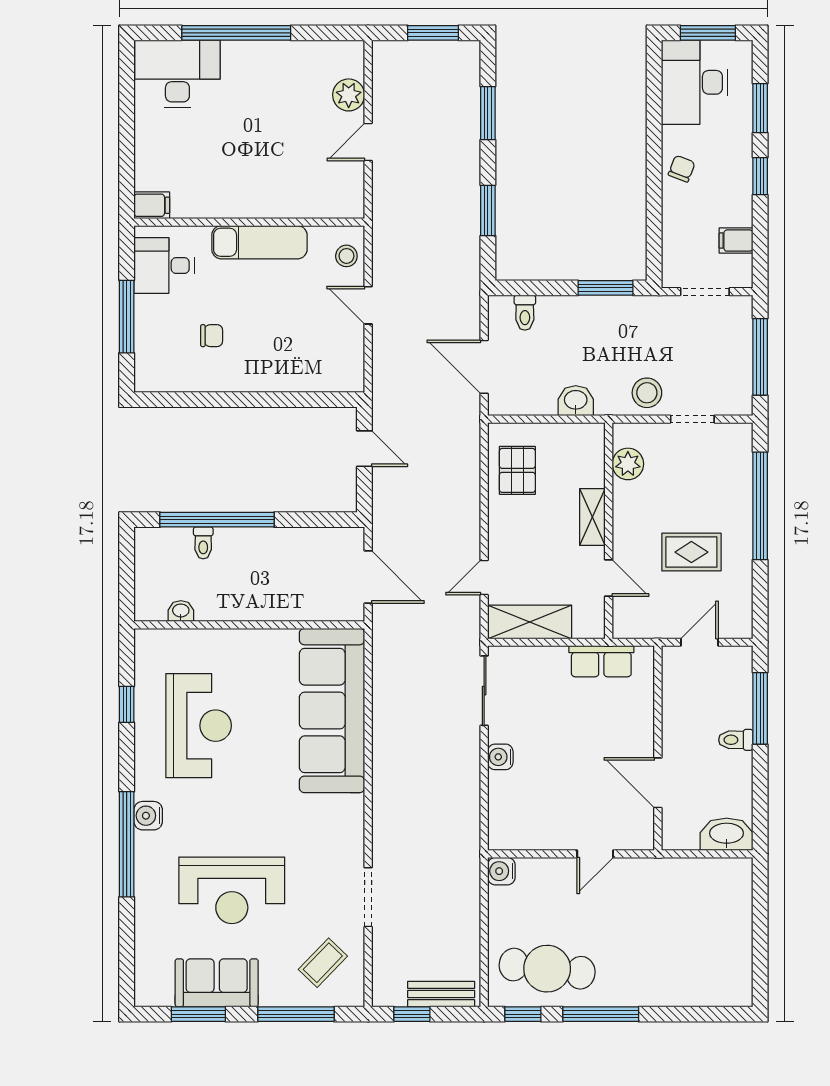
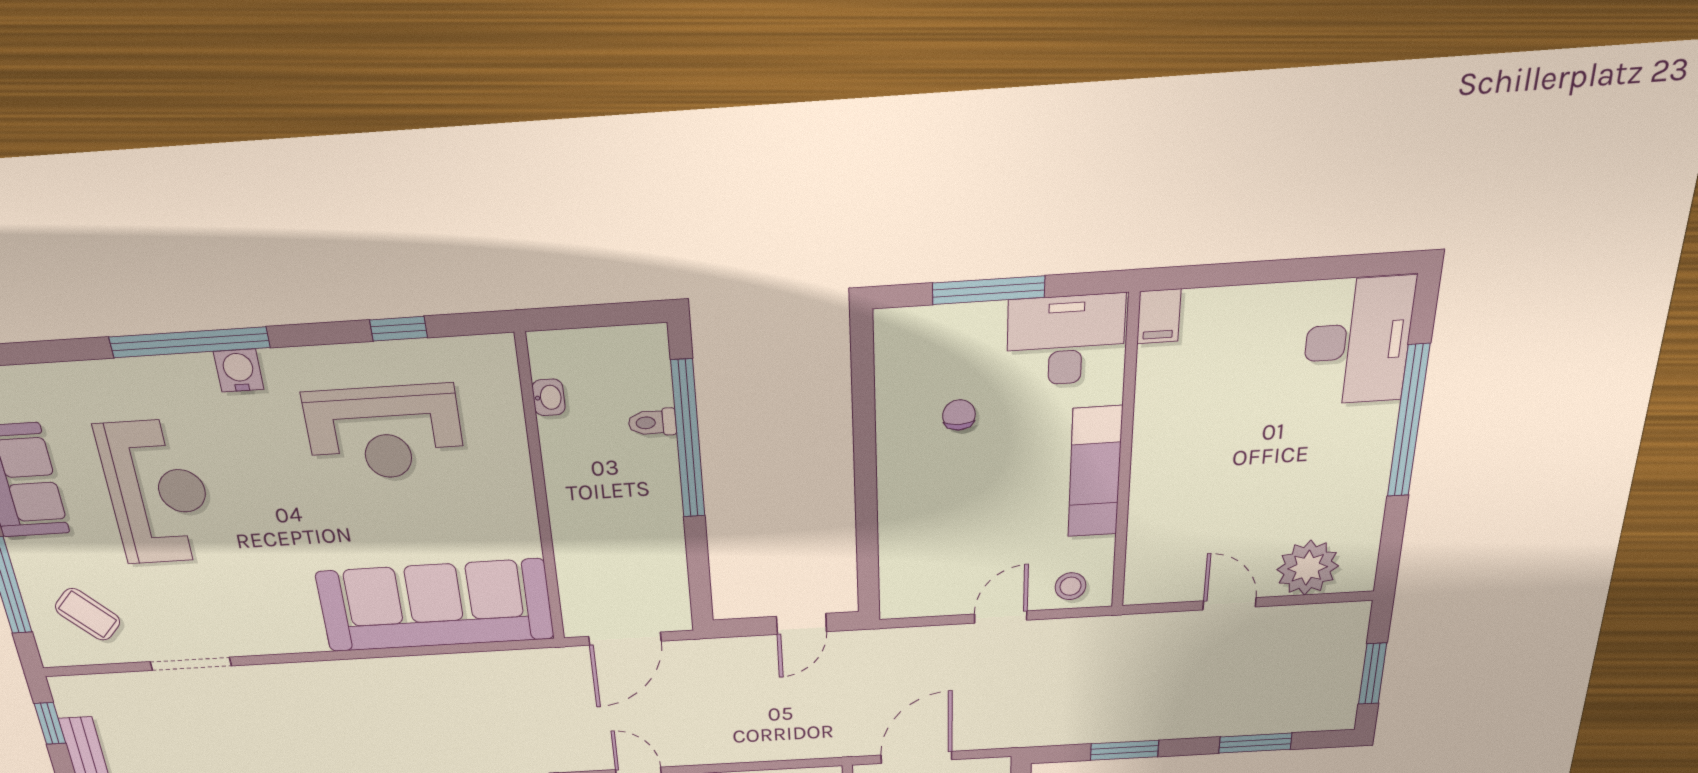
plant: (349, 95) -> (1308, 568), width x1.36, depth x1.36
desk: (164, 266) -> (1066, 340), width x1.37
chair: (212, 336) -> (959, 415), turned 180
reception desk: (232, 890) -> (157, 492), turned 180

